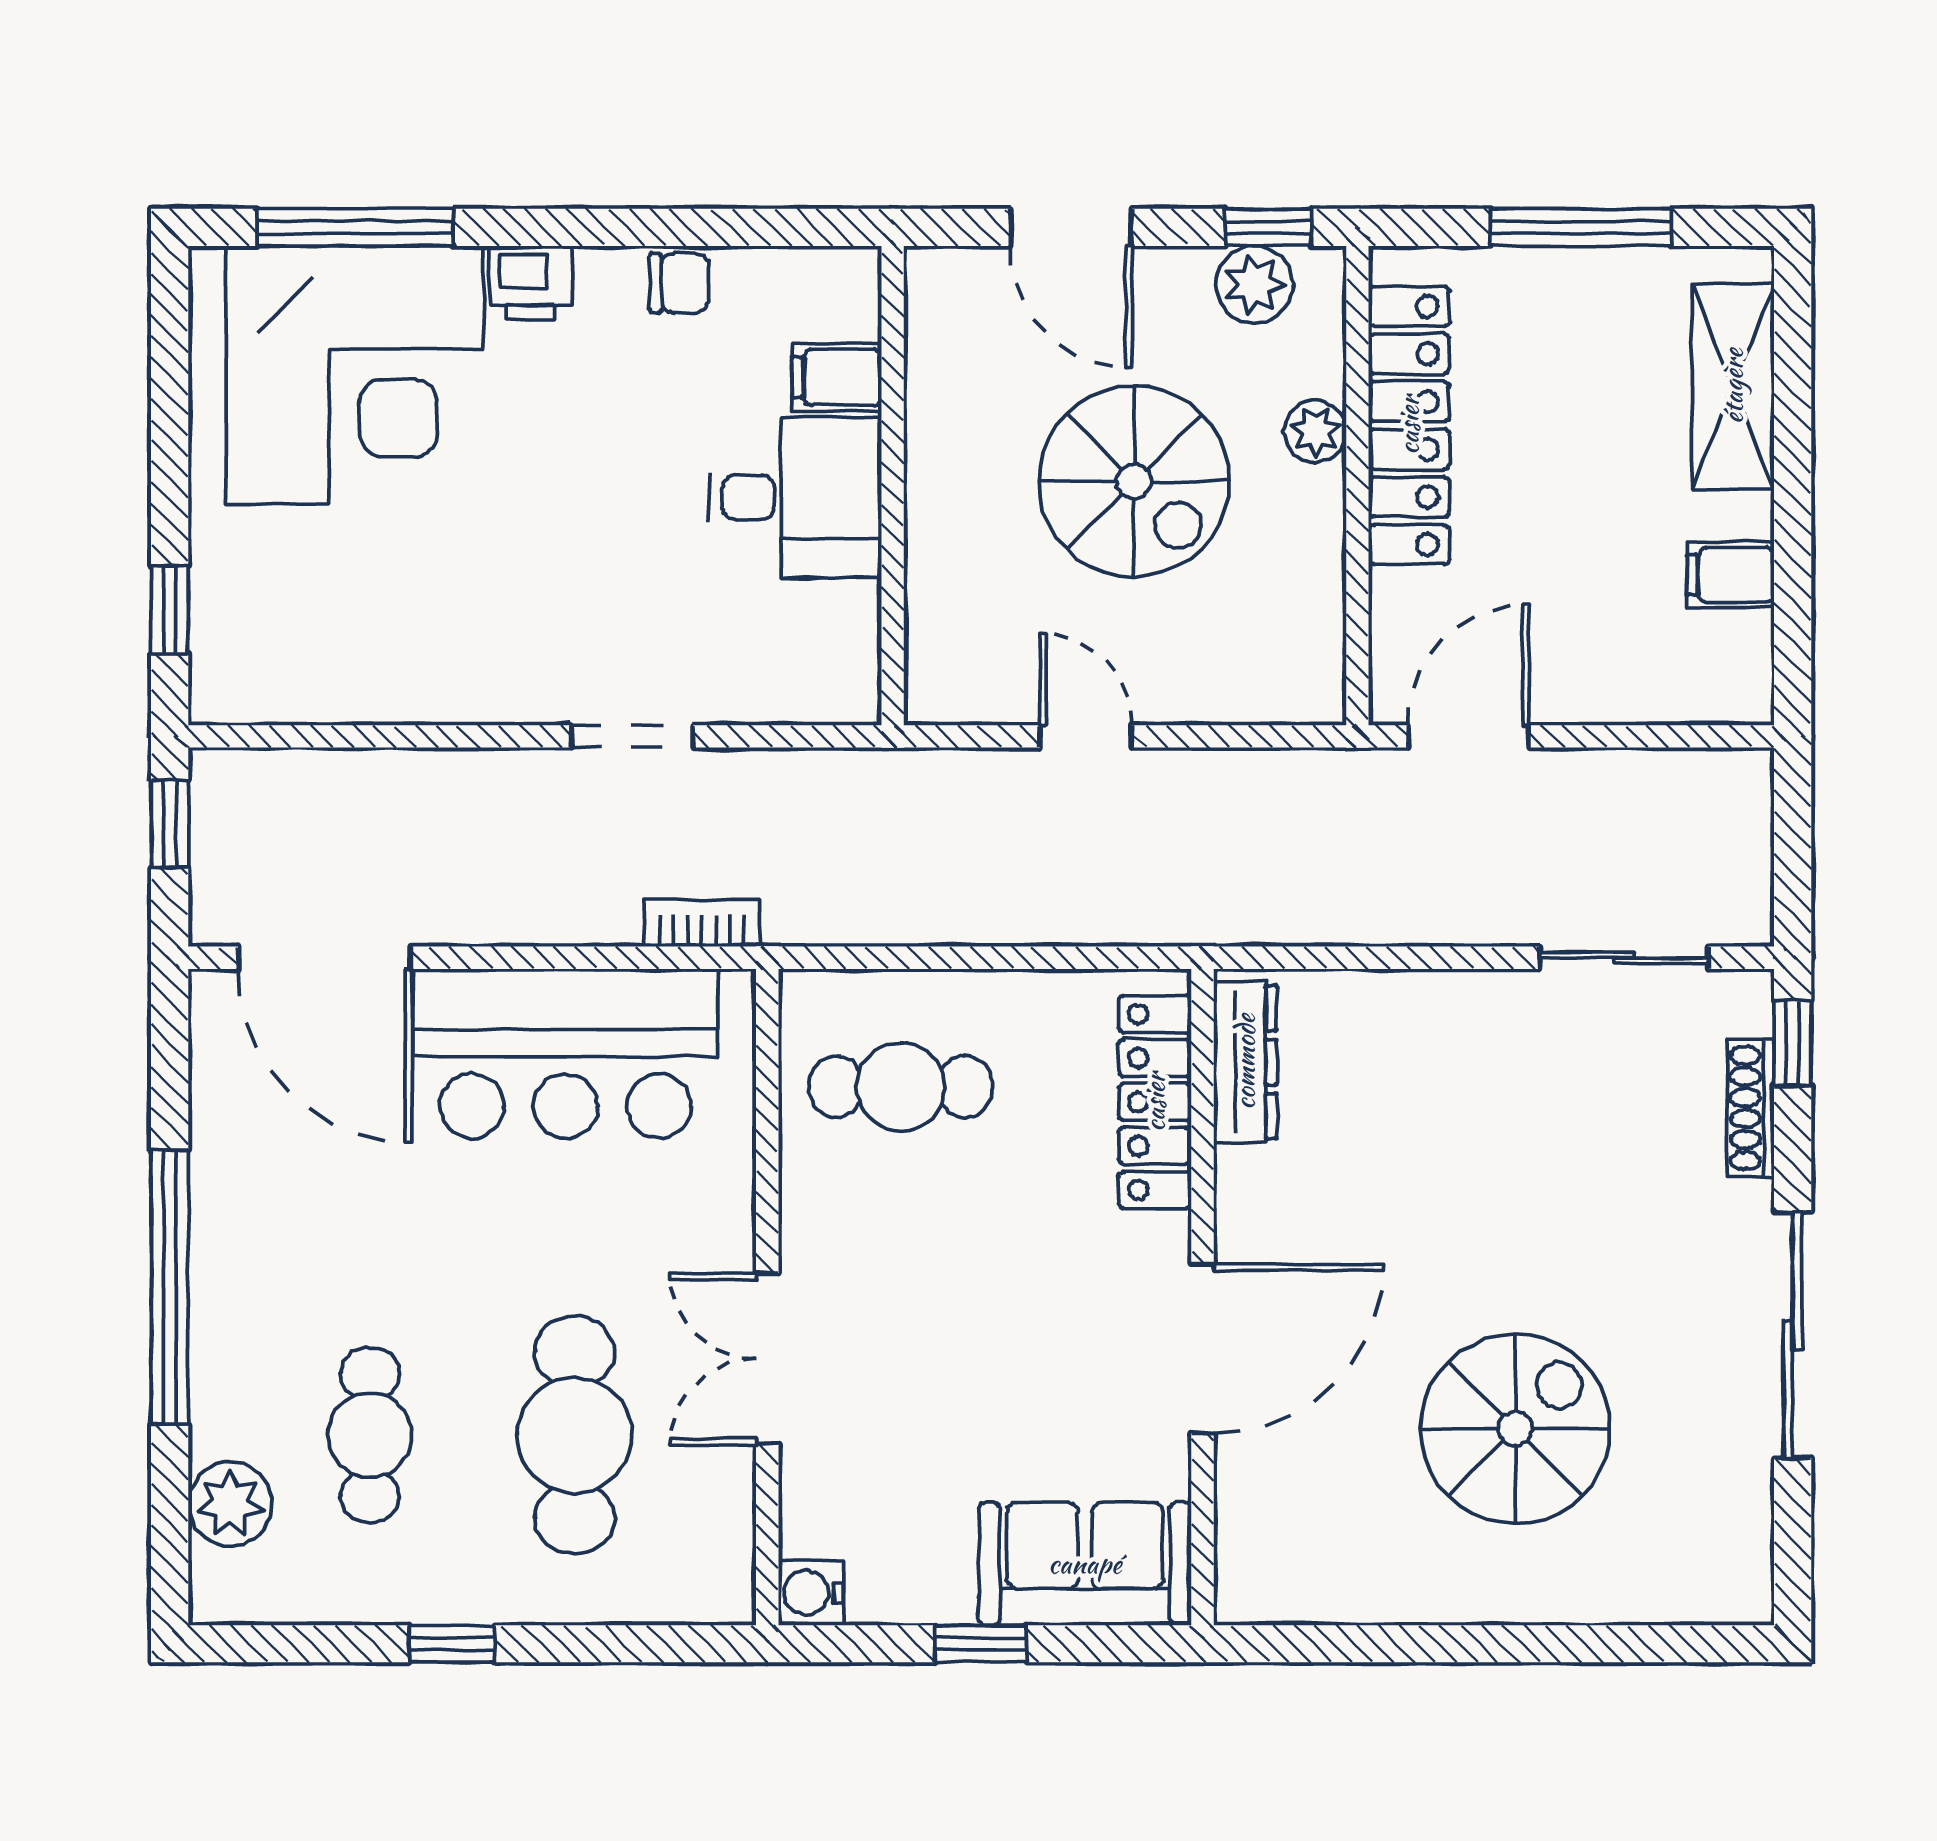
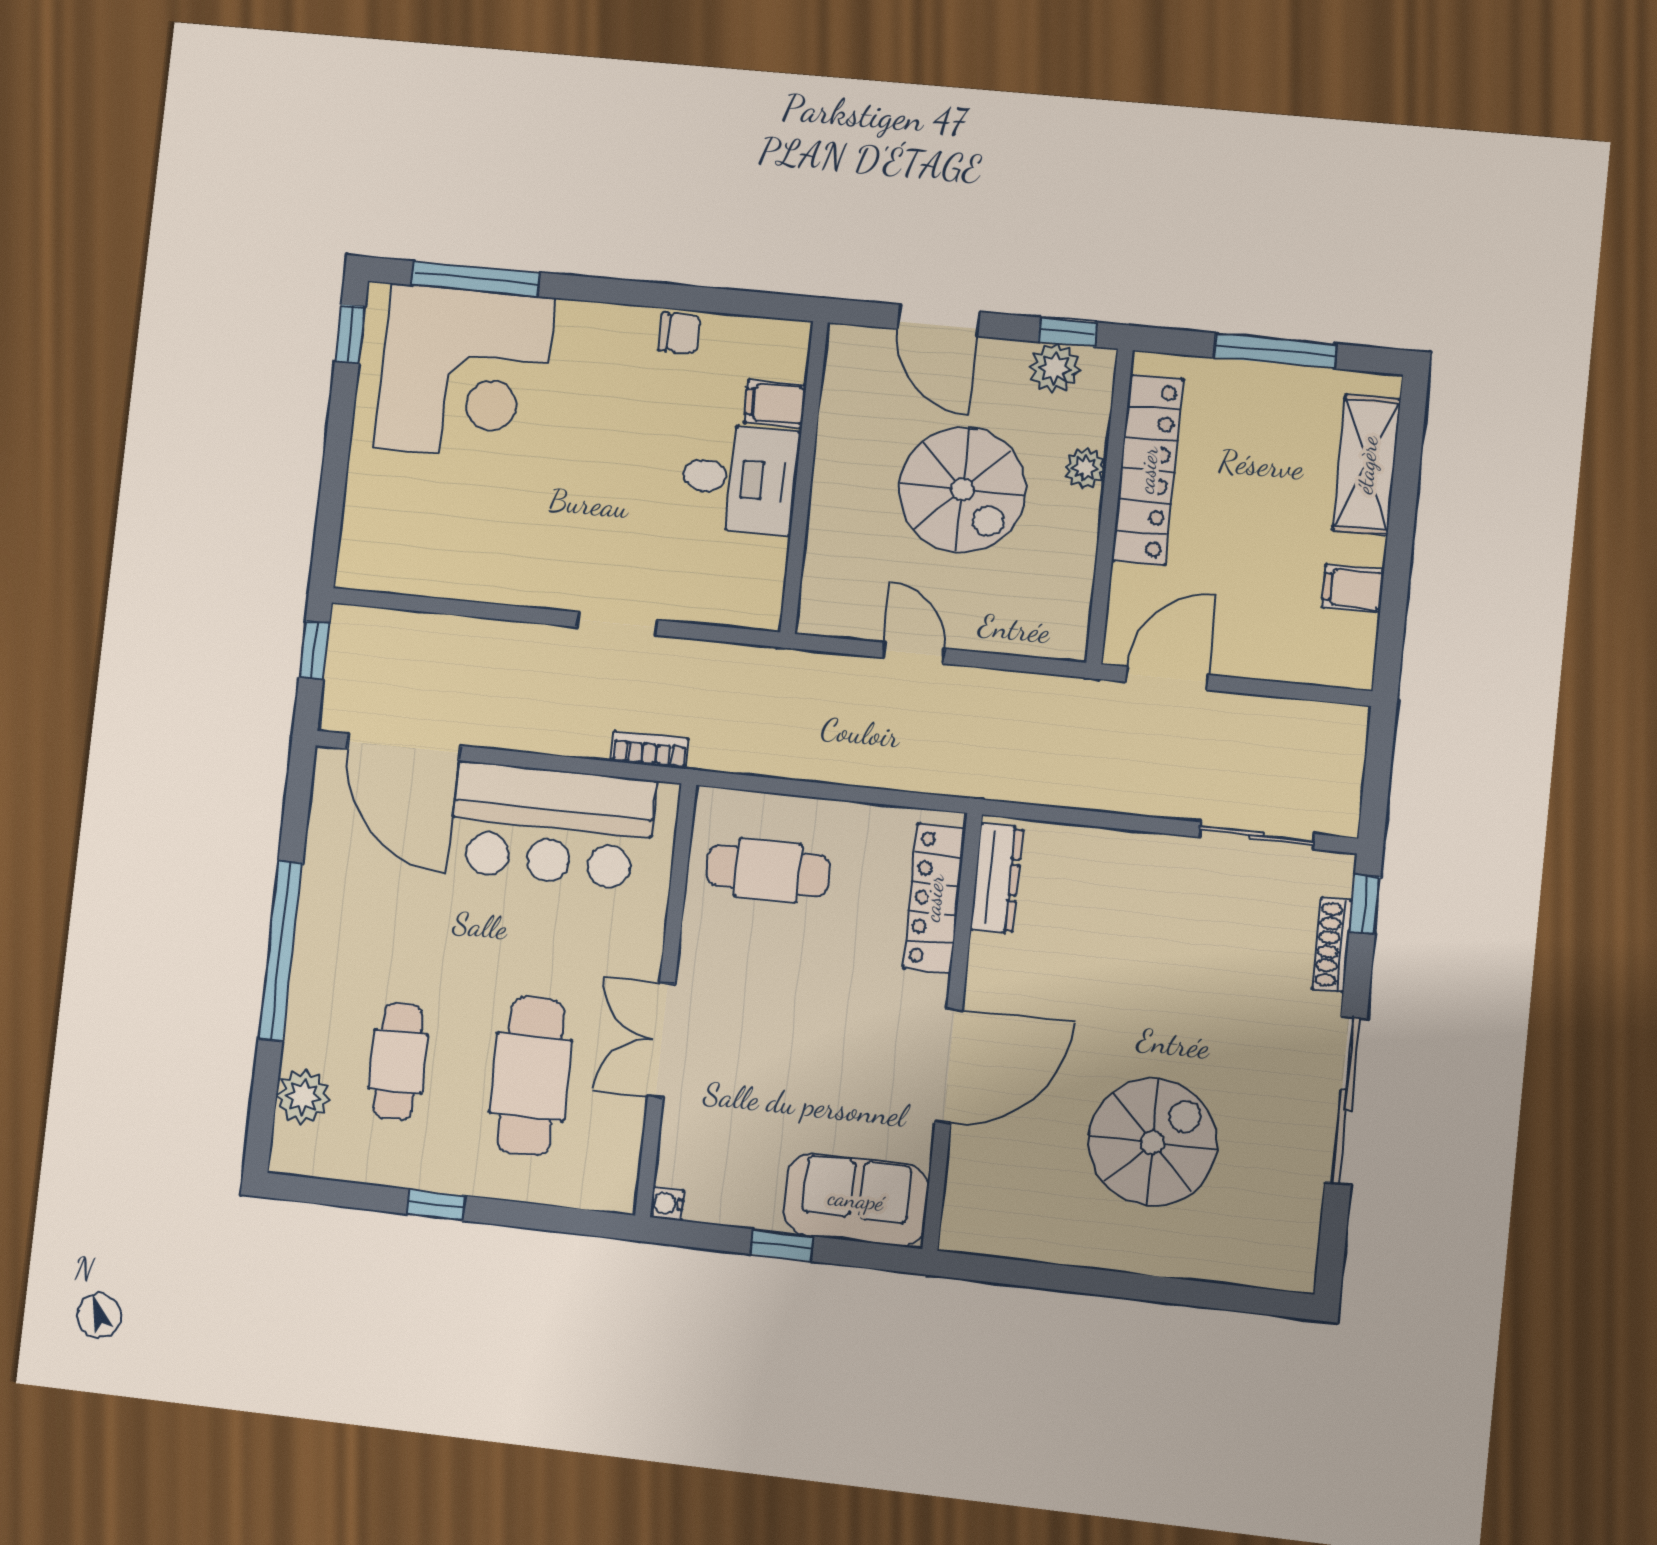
printer: (530, 283) -> (584, 325), removed
window: (170, 610) -> (350, 334), moved
water cooler: (811, 1593) -> (667, 1203), width x0.72, depth x0.72

